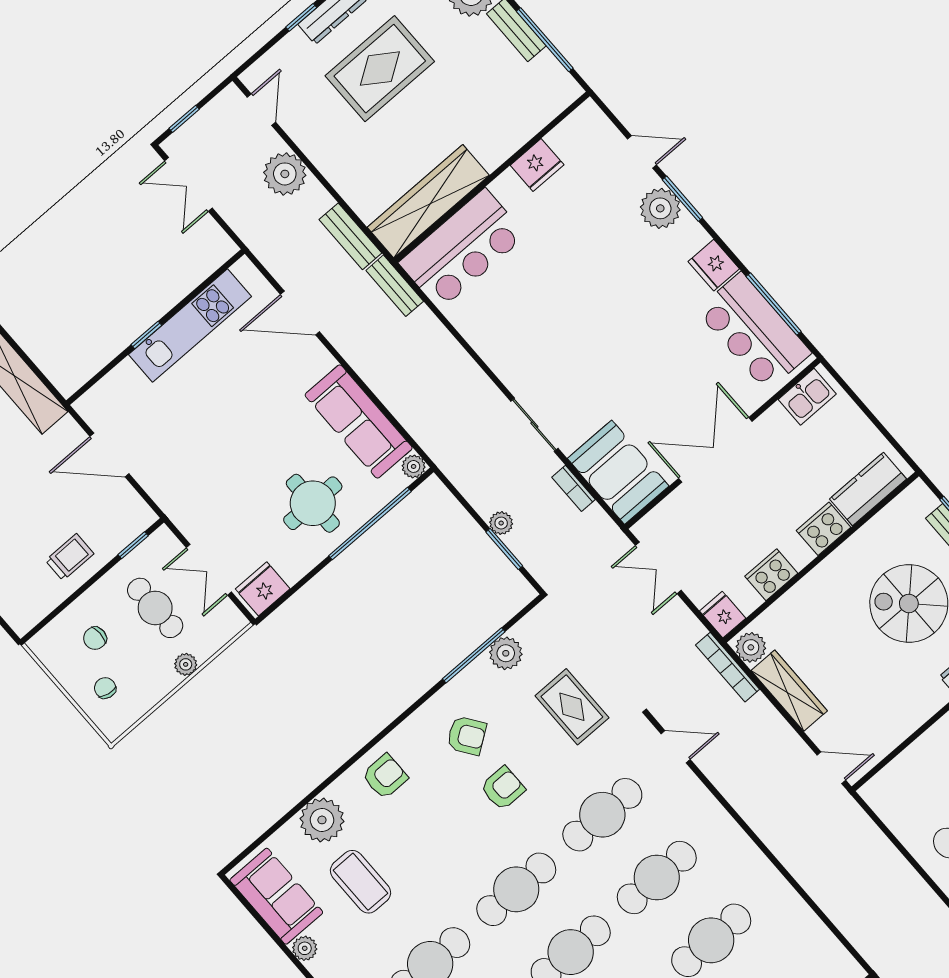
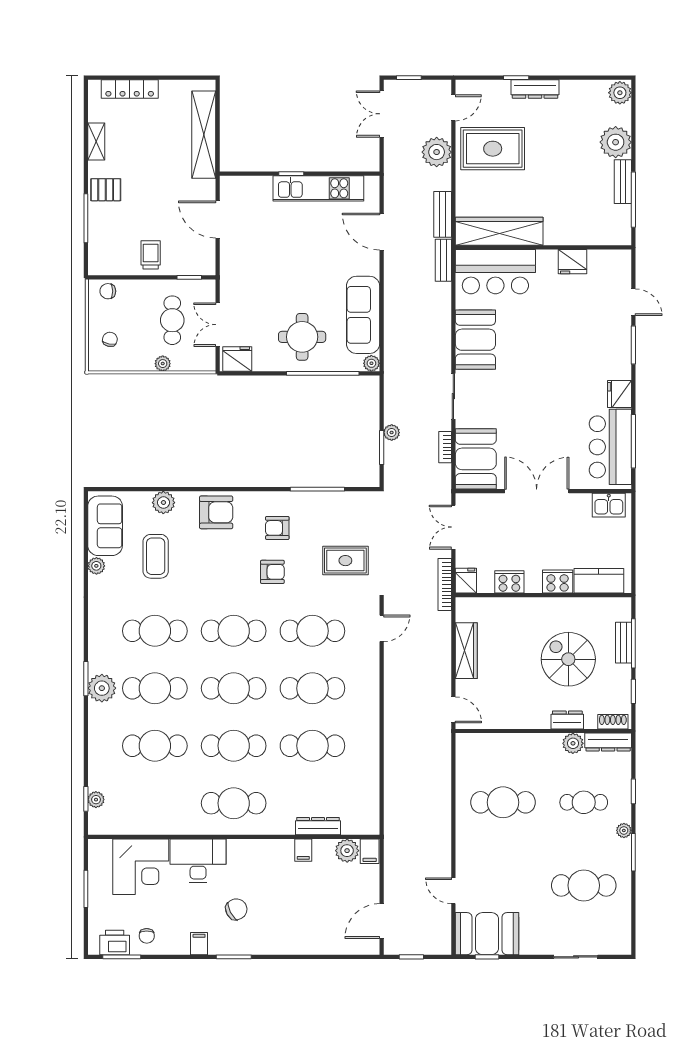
rug: (380, 69) -> (493, 149), moved
plant: (660, 208) -> (617, 340), removed
booth: (505, 342) -> (475, 340), added
trolley: (70, 557) -> (151, 255), turned -90
chair: (95, 638) -> (108, 291), moved
plant: (751, 647) -> (466, 611), removed
plant: (506, 653) -> (335, 503), removed
bookcase: (728, 667) -> (445, 584), moved
rug: (572, 707) -> (345, 561), turned 90
armchair: (467, 736) -> (277, 528), turned 125
door: (676, 747) -> (382, 628), hinge flipped
armchair: (385, 776) -> (216, 512), width x1.38, depth x1.38
plant: (322, 820) -> (163, 503), width x0.73, depth x0.73

